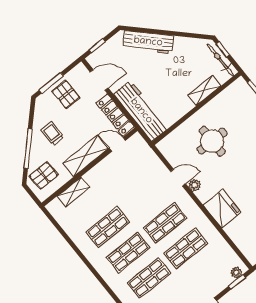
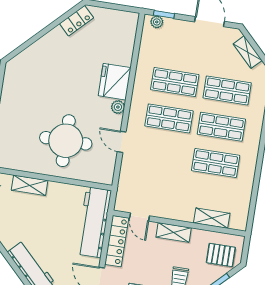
round table: (212, 141) -> (66, 141), width x1.36, depth x1.36
shelving: (85, 156) -> (174, 232), width x0.67, depth x0.75
plant: (195, 185) -> (118, 107), moved

